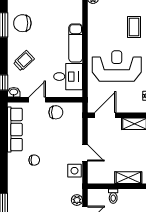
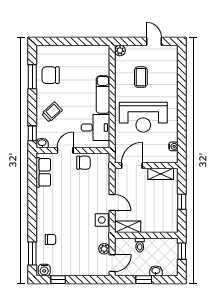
coffee table: (134, 27) -> (141, 77), moved
reception desk: (117, 66) -> (143, 117), turned 180
row of seats: (15, 130) -> (43, 172), width x0.68
chair: (34, 160) -> (50, 240), moved
shelving: (128, 178) -> (128, 227), moved

